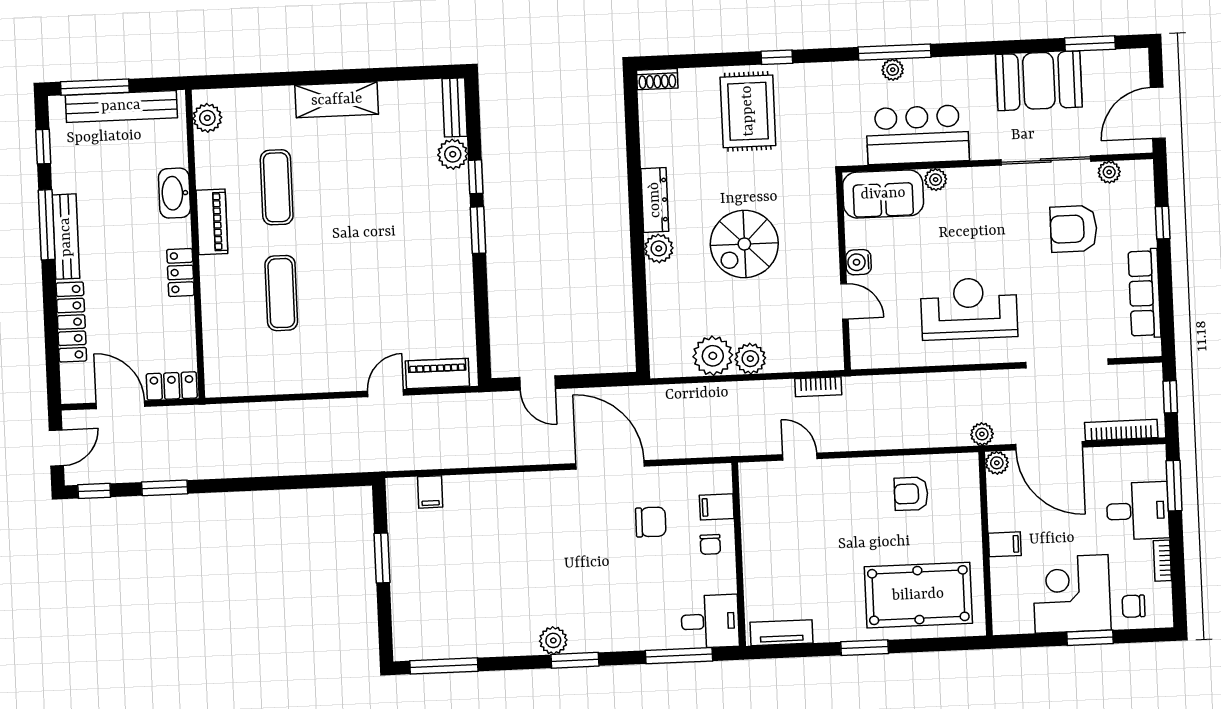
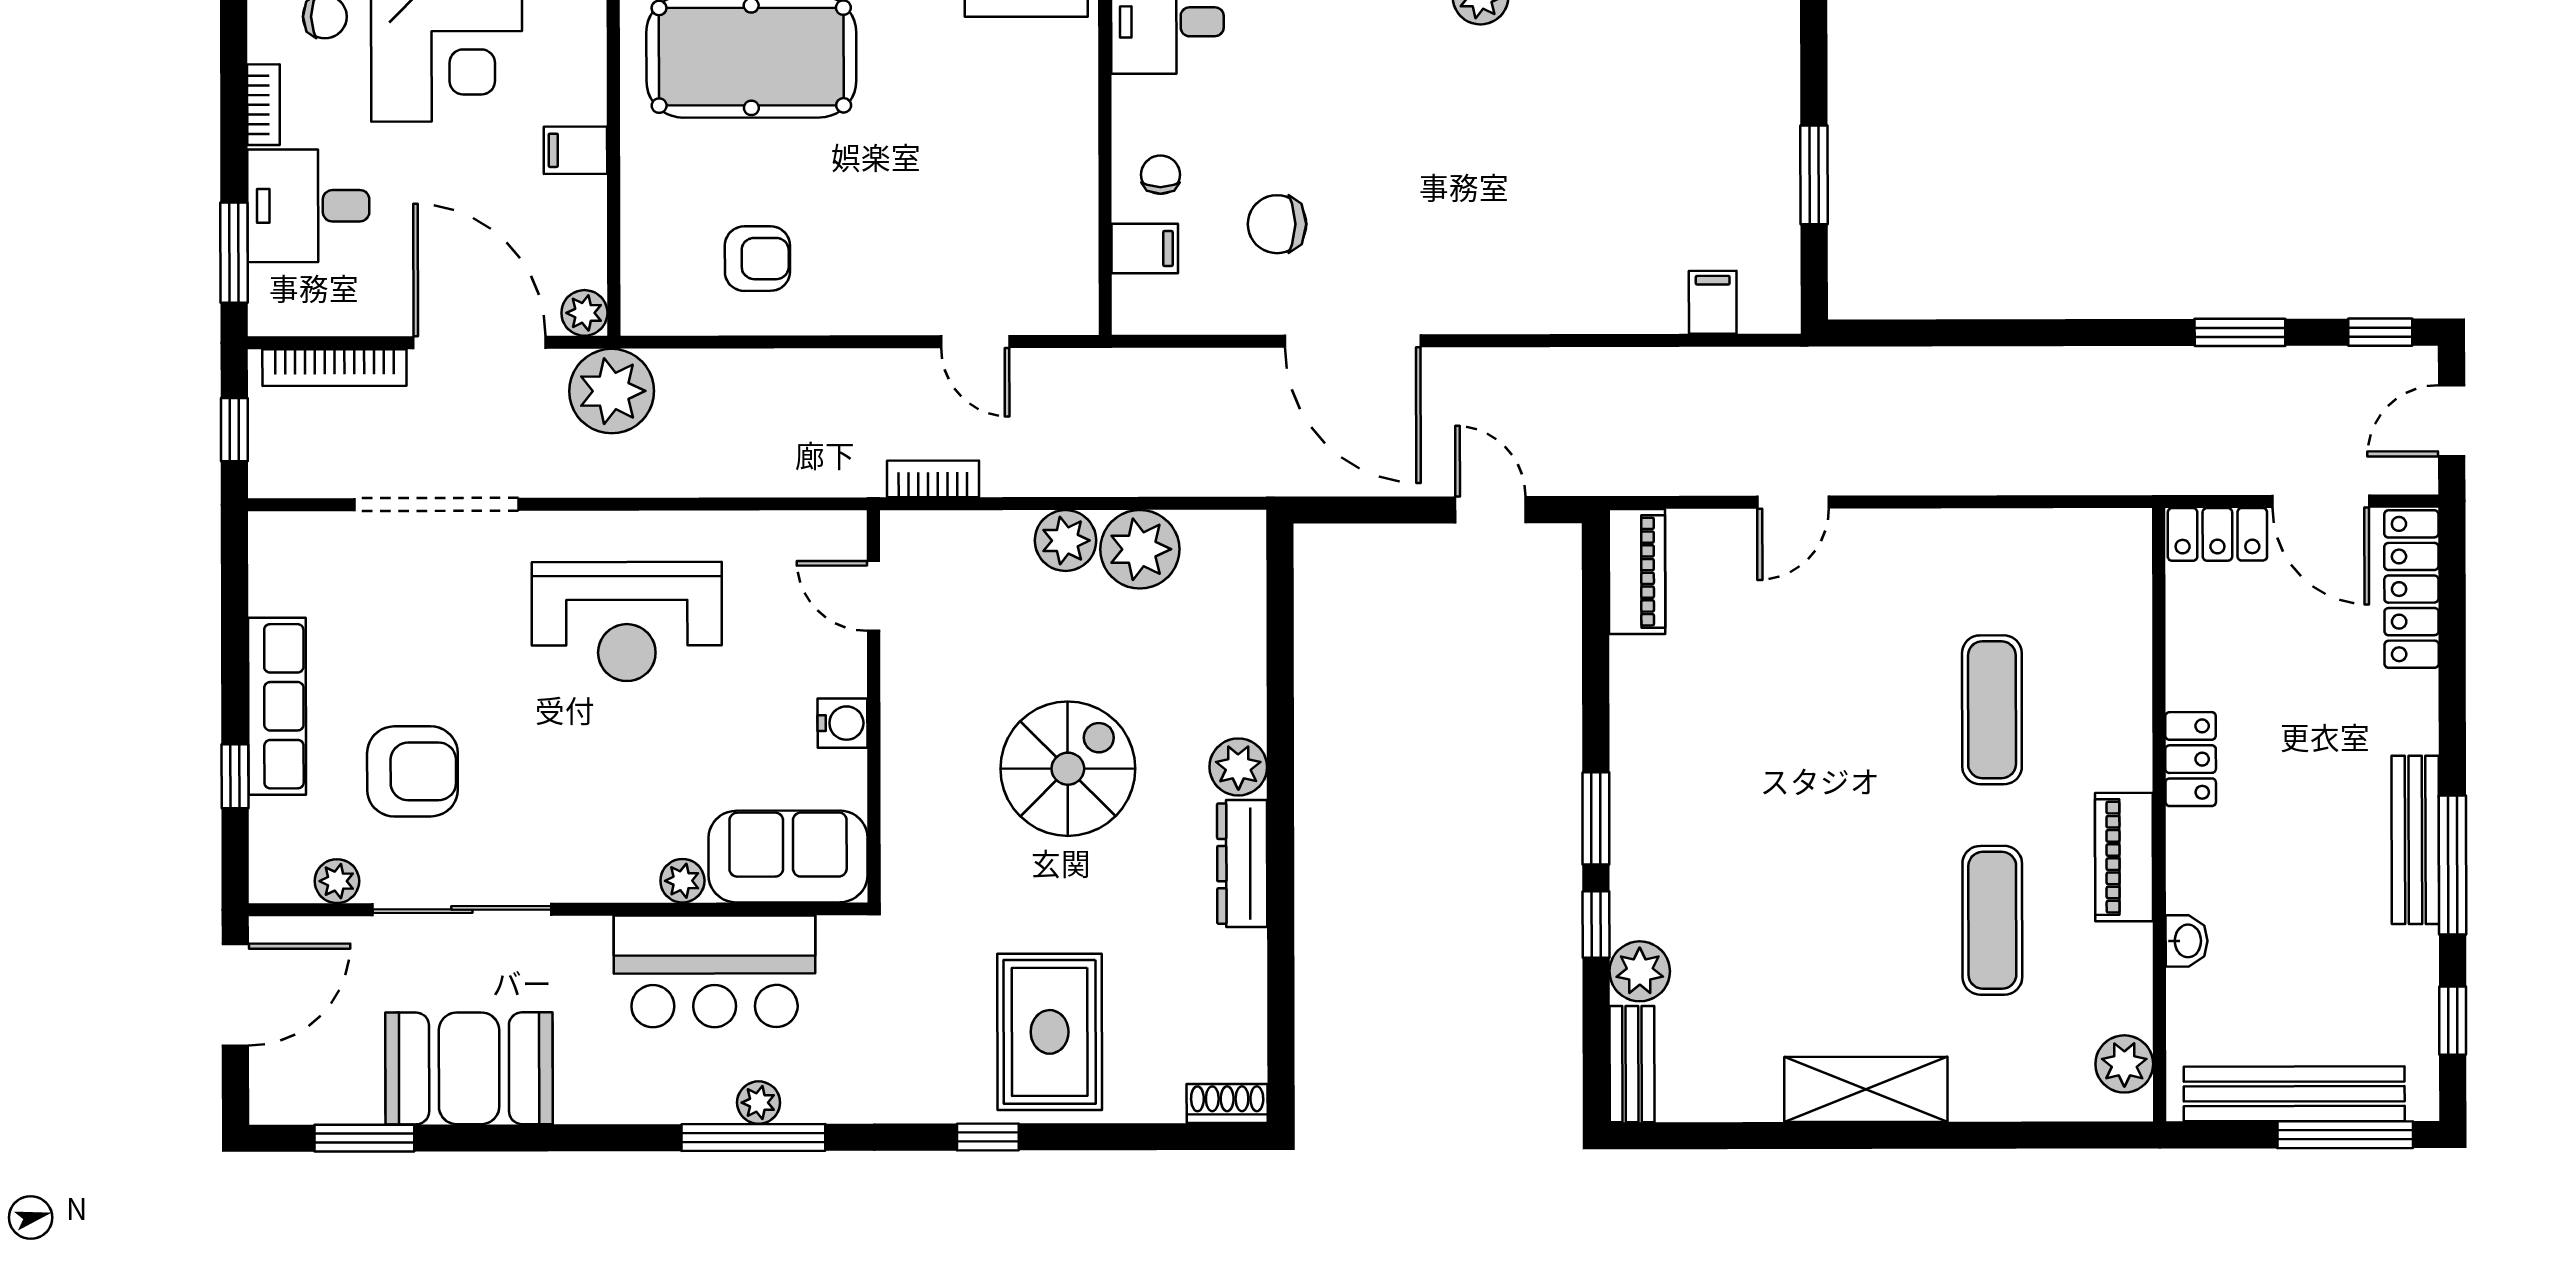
washbasin: (174, 193) -> (2187, 941), width x0.52, depth x0.69
row of seats: (1144, 293) -> (277, 706), moved
door: (845, 301) -> (873, 596), moved
locker: (71, 322) -> (2411, 589), moved
piano: (437, 374) -> (1637, 572), moved, turned -90
plant: (982, 434) -> (612, 391), width x1.88, depth x1.88

